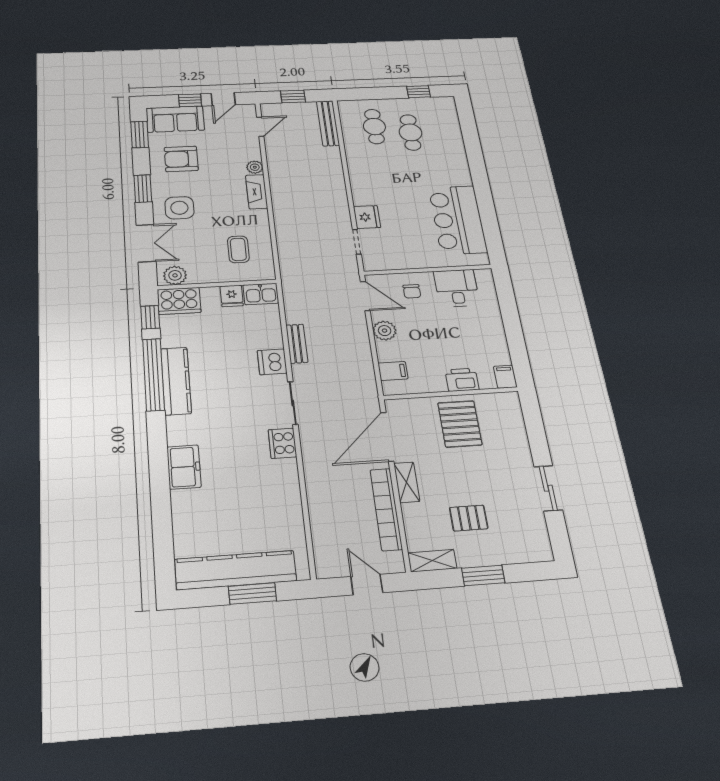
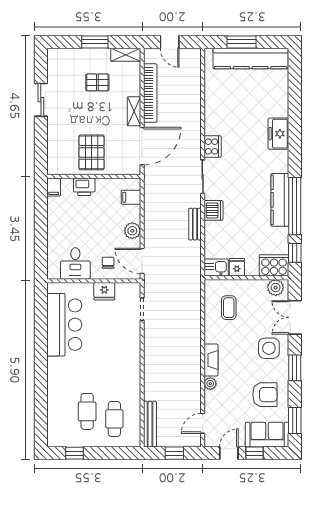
fridge: (367, 217) -> (104, 291), moved, turned -90

